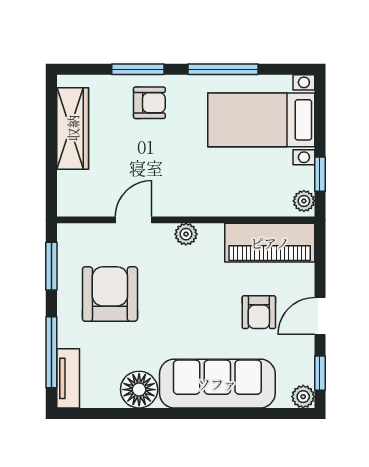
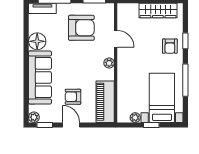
window: (138, 69) -> (185, 41), width x0.67
window: (320, 174) -> (151, 125), moved
plant: (304, 201) -> (135, 118), moved

